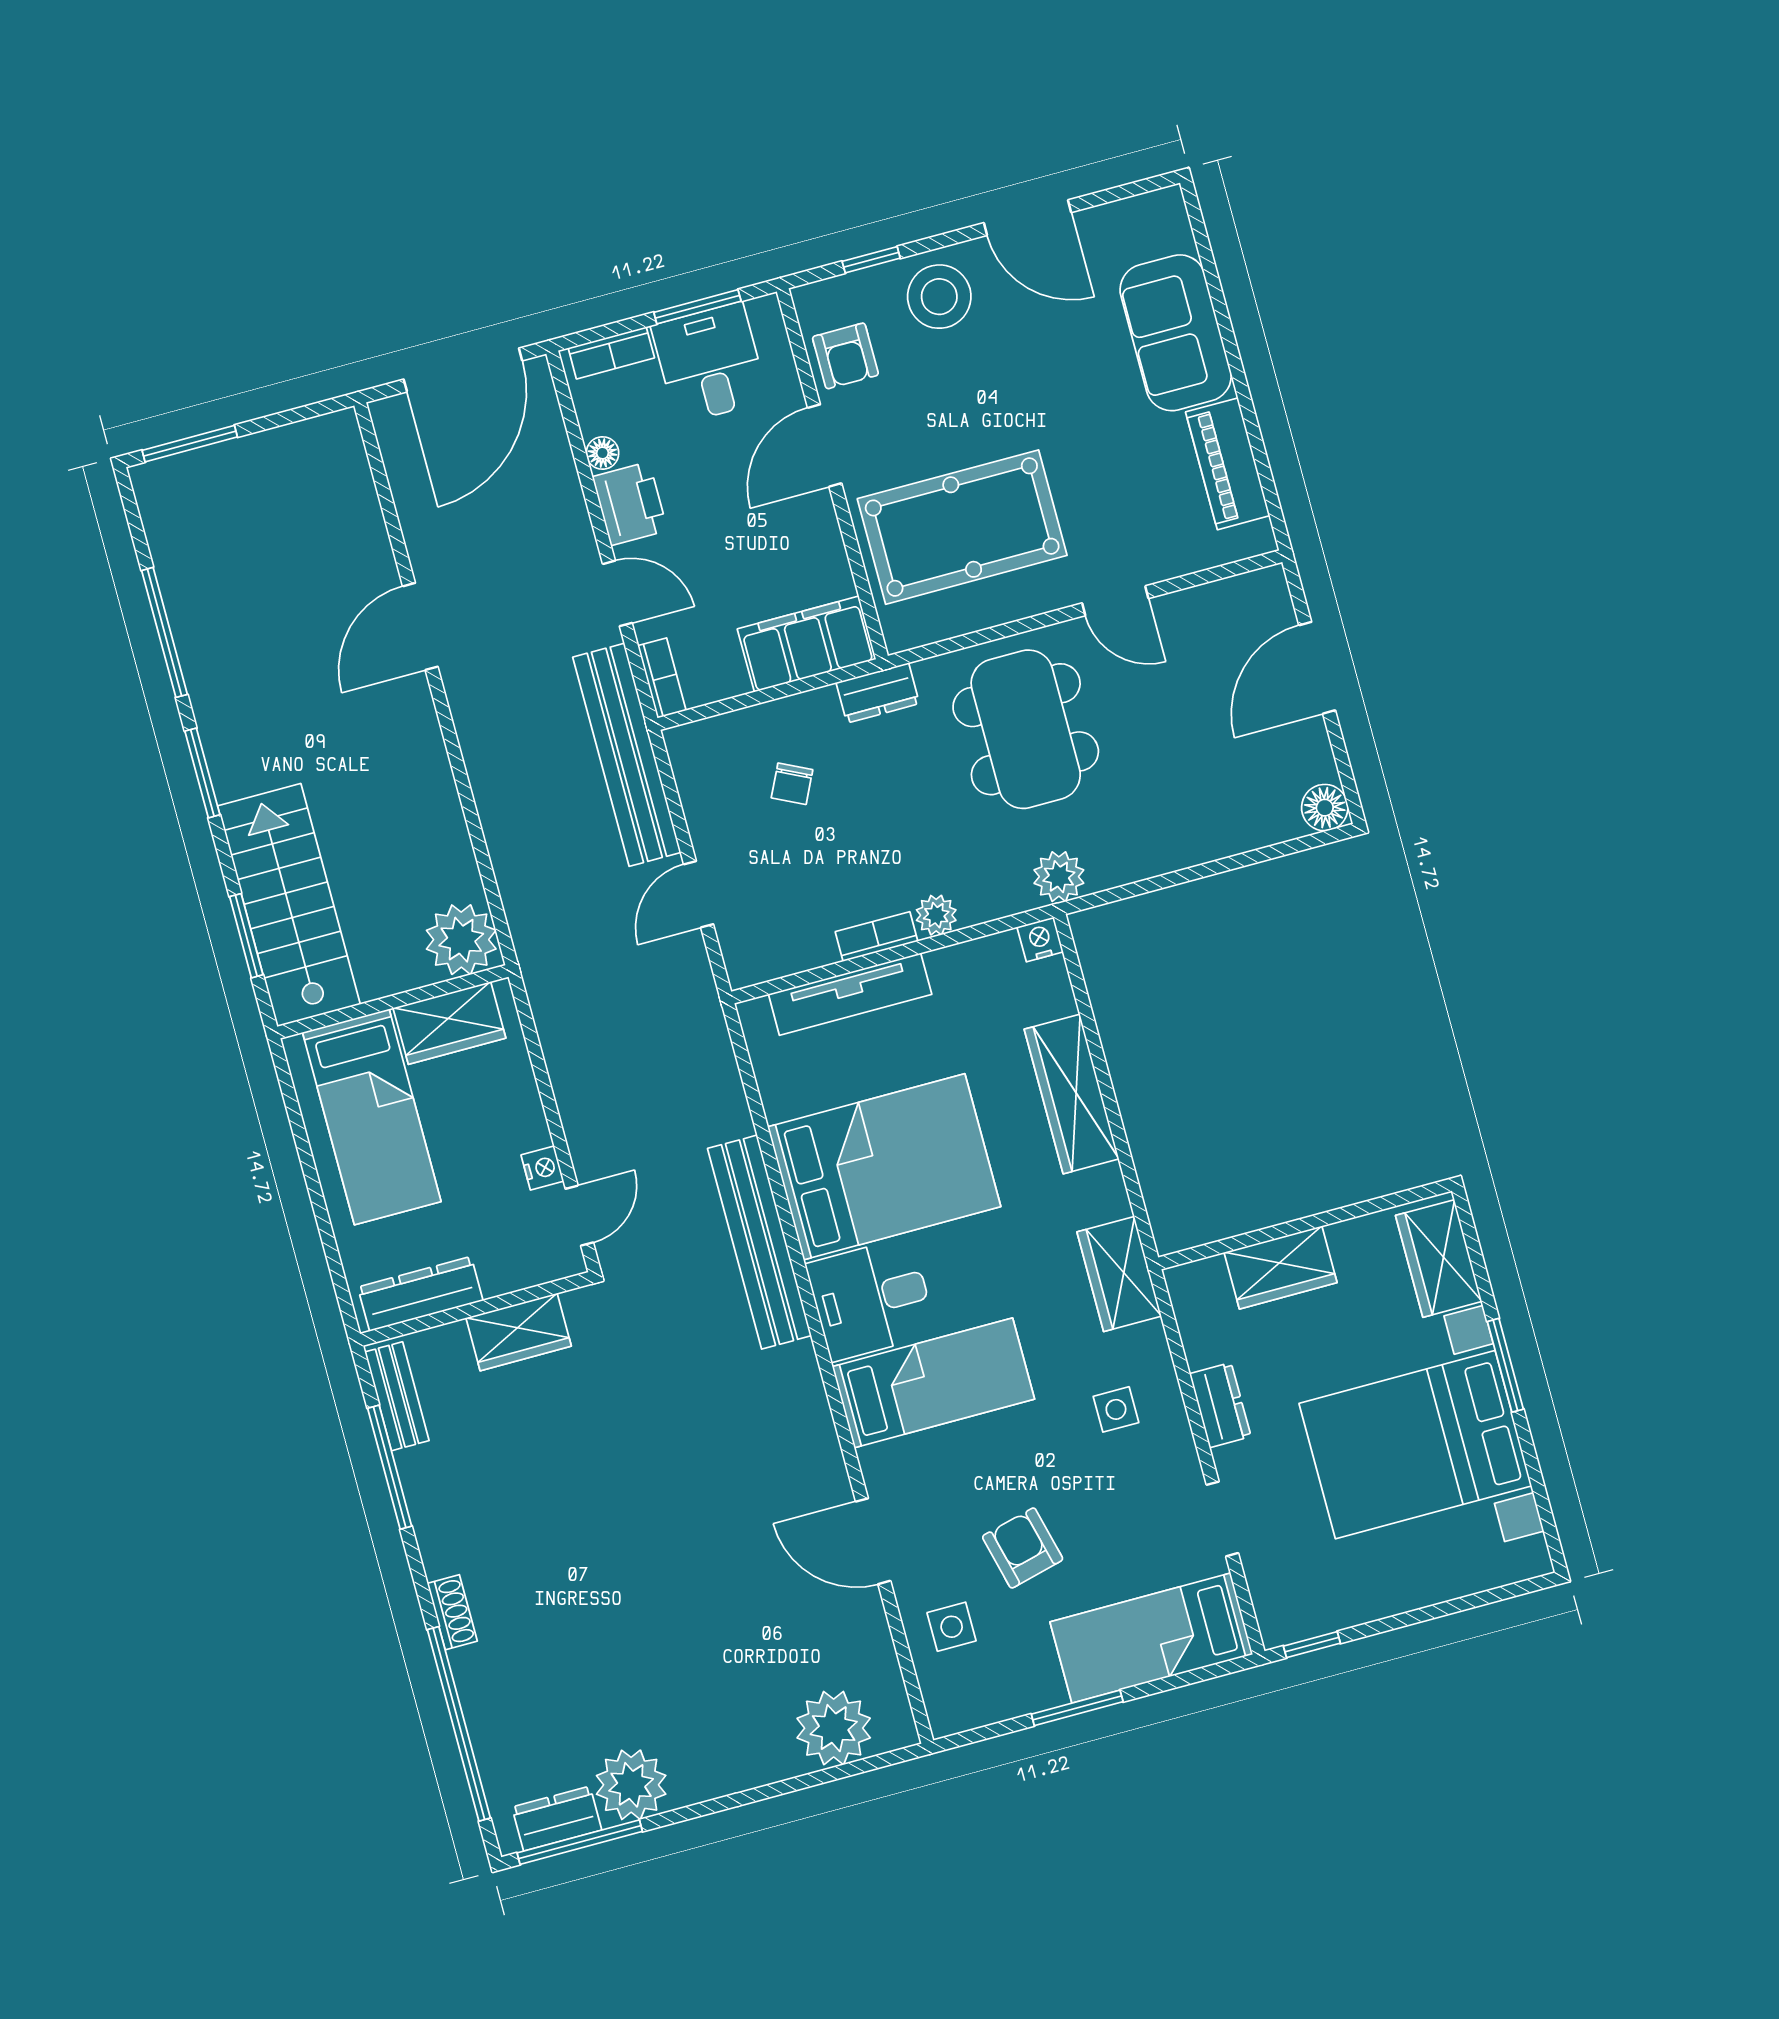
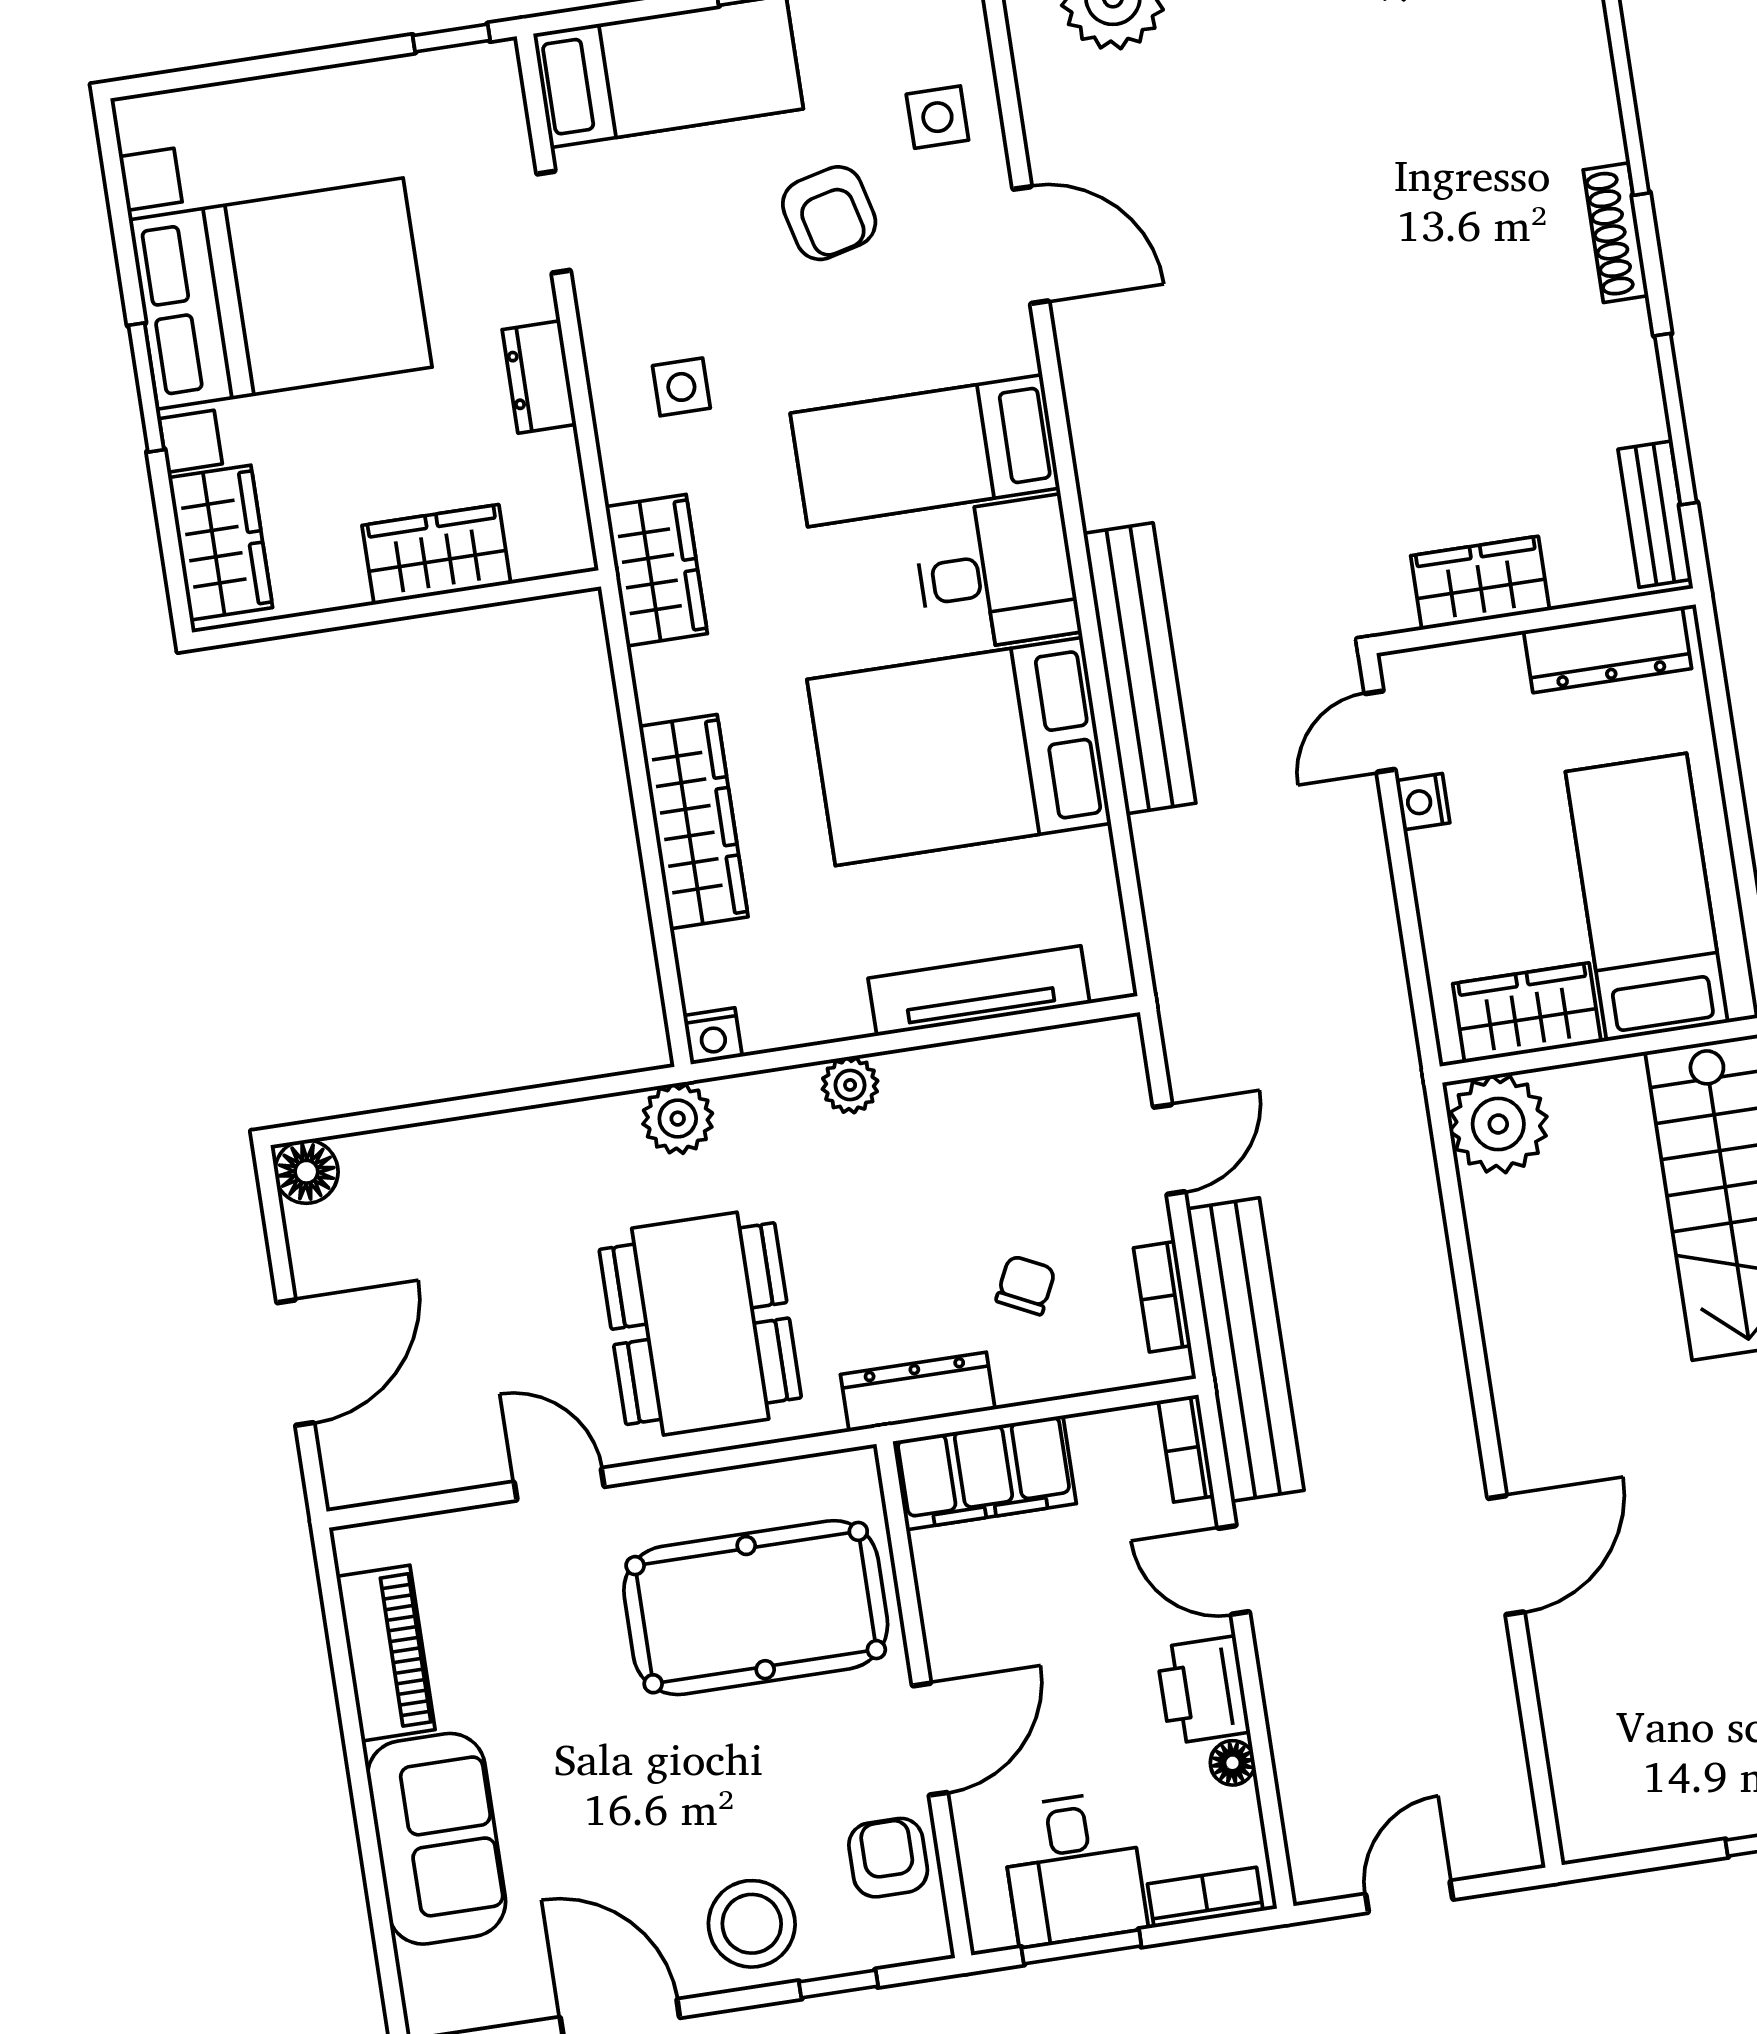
door: (463, 370) -> (1409, 1897), width x0.53
dresser: (878, 693) -> (918, 1392), width x1.44
bookcase: (877, 937) -> (1162, 1297), moved, turned 90
shoe rack: (452, 1612) -> (1616, 233), width x1.43

